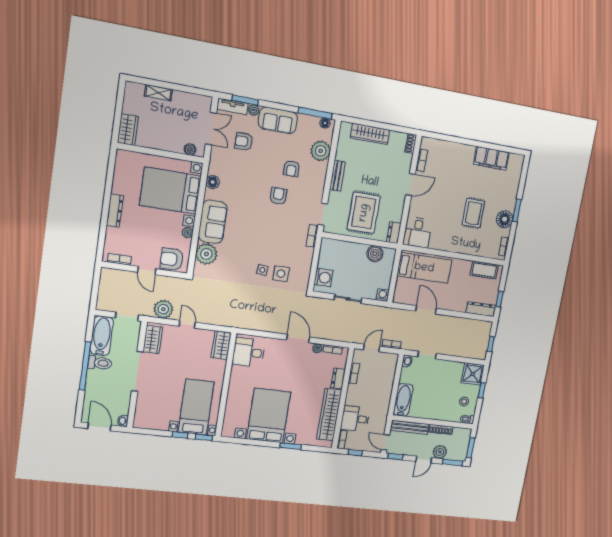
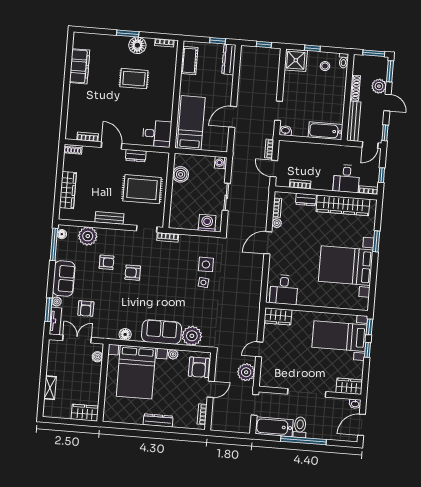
dresser: (394, 233) -> (136, 156), moved
wardrobe: (153, 340) -> (349, 386), moved

